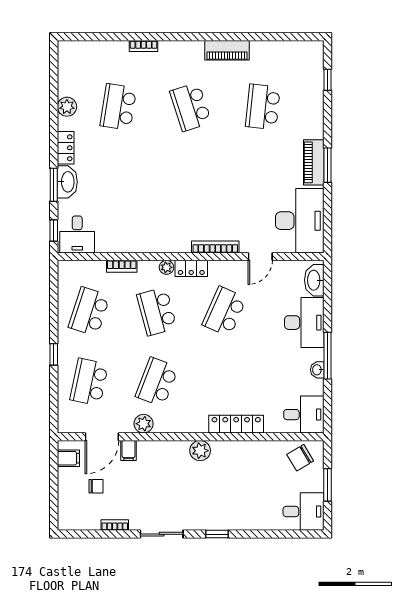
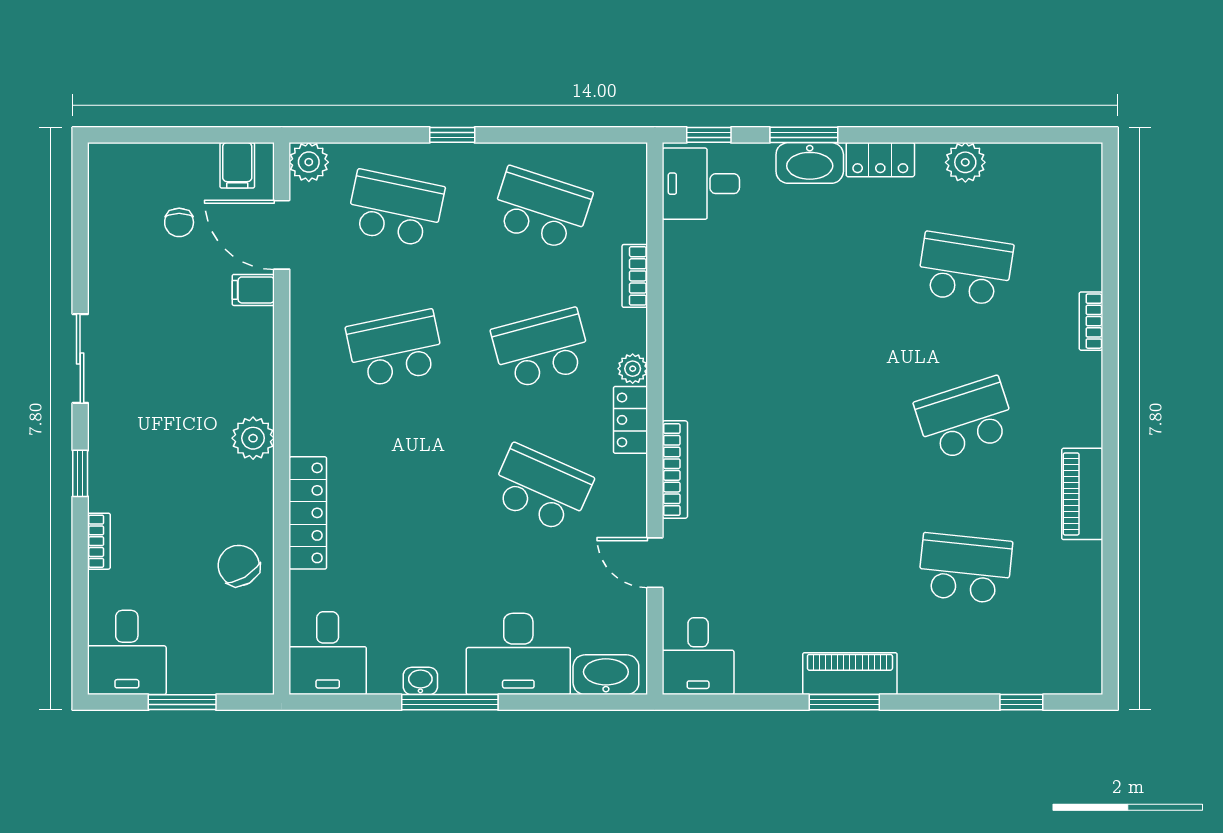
desk: (300, 221) -> (698, 656), width x0.53, depth x0.77
school desk: (157, 382) -> (395, 349), turned -33
plant: (144, 424) -> (309, 162), moved
chair: (300, 458) -> (239, 566), moved
bookcase: (115, 525) -> (99, 541), moved

